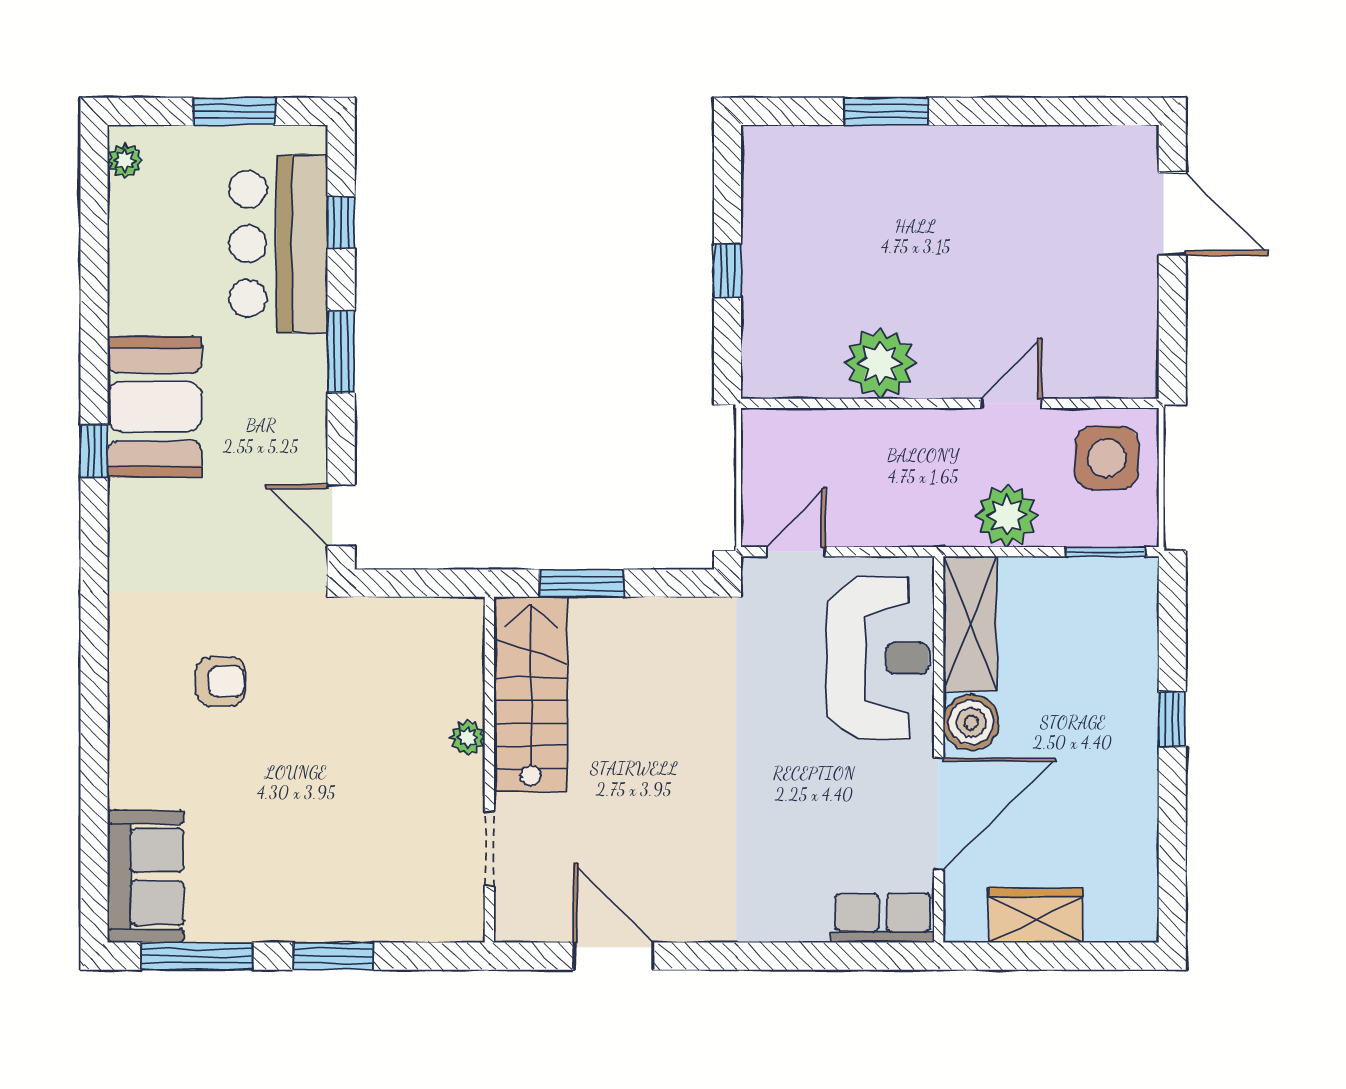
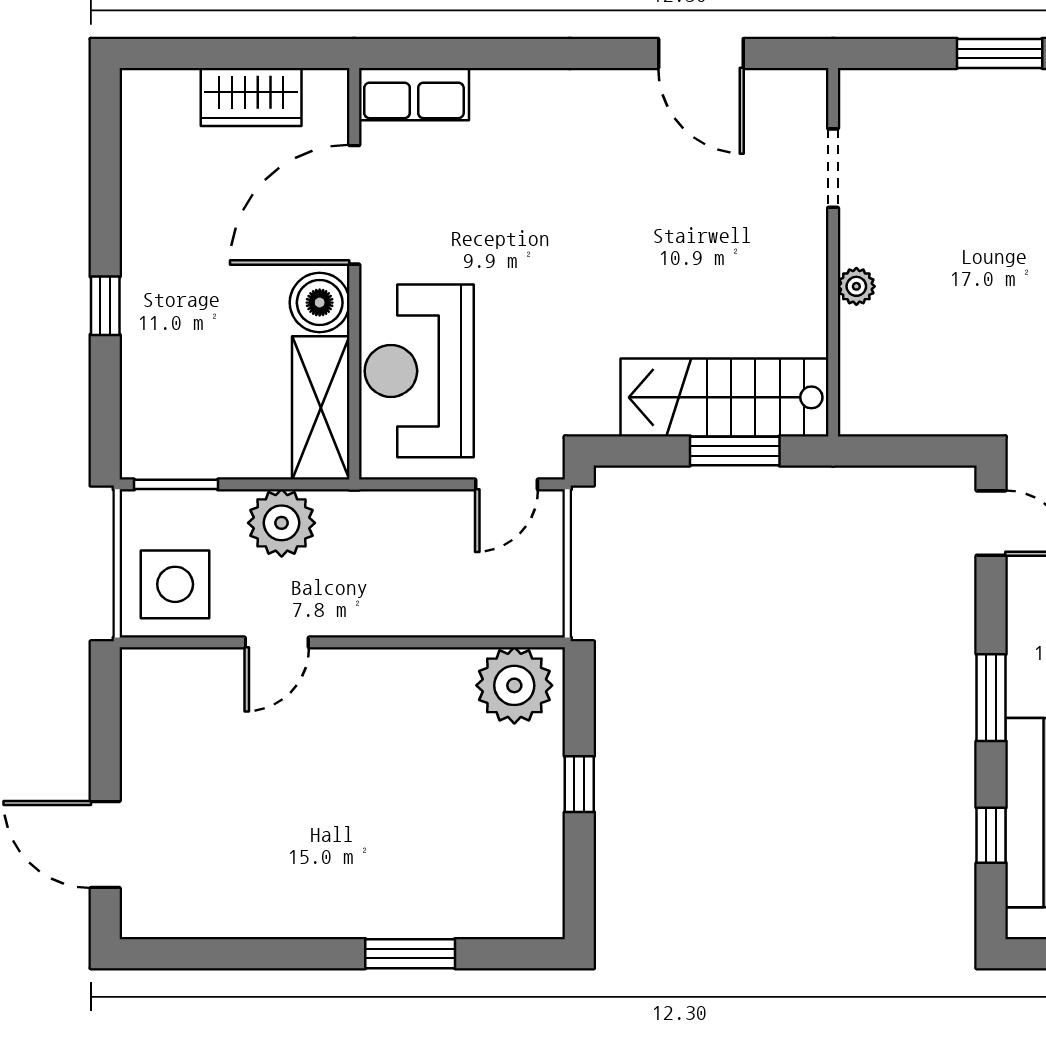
plant: (880, 363) -> (514, 685), moved
stairs: (531, 694) -> (724, 397), moved, turned 90

